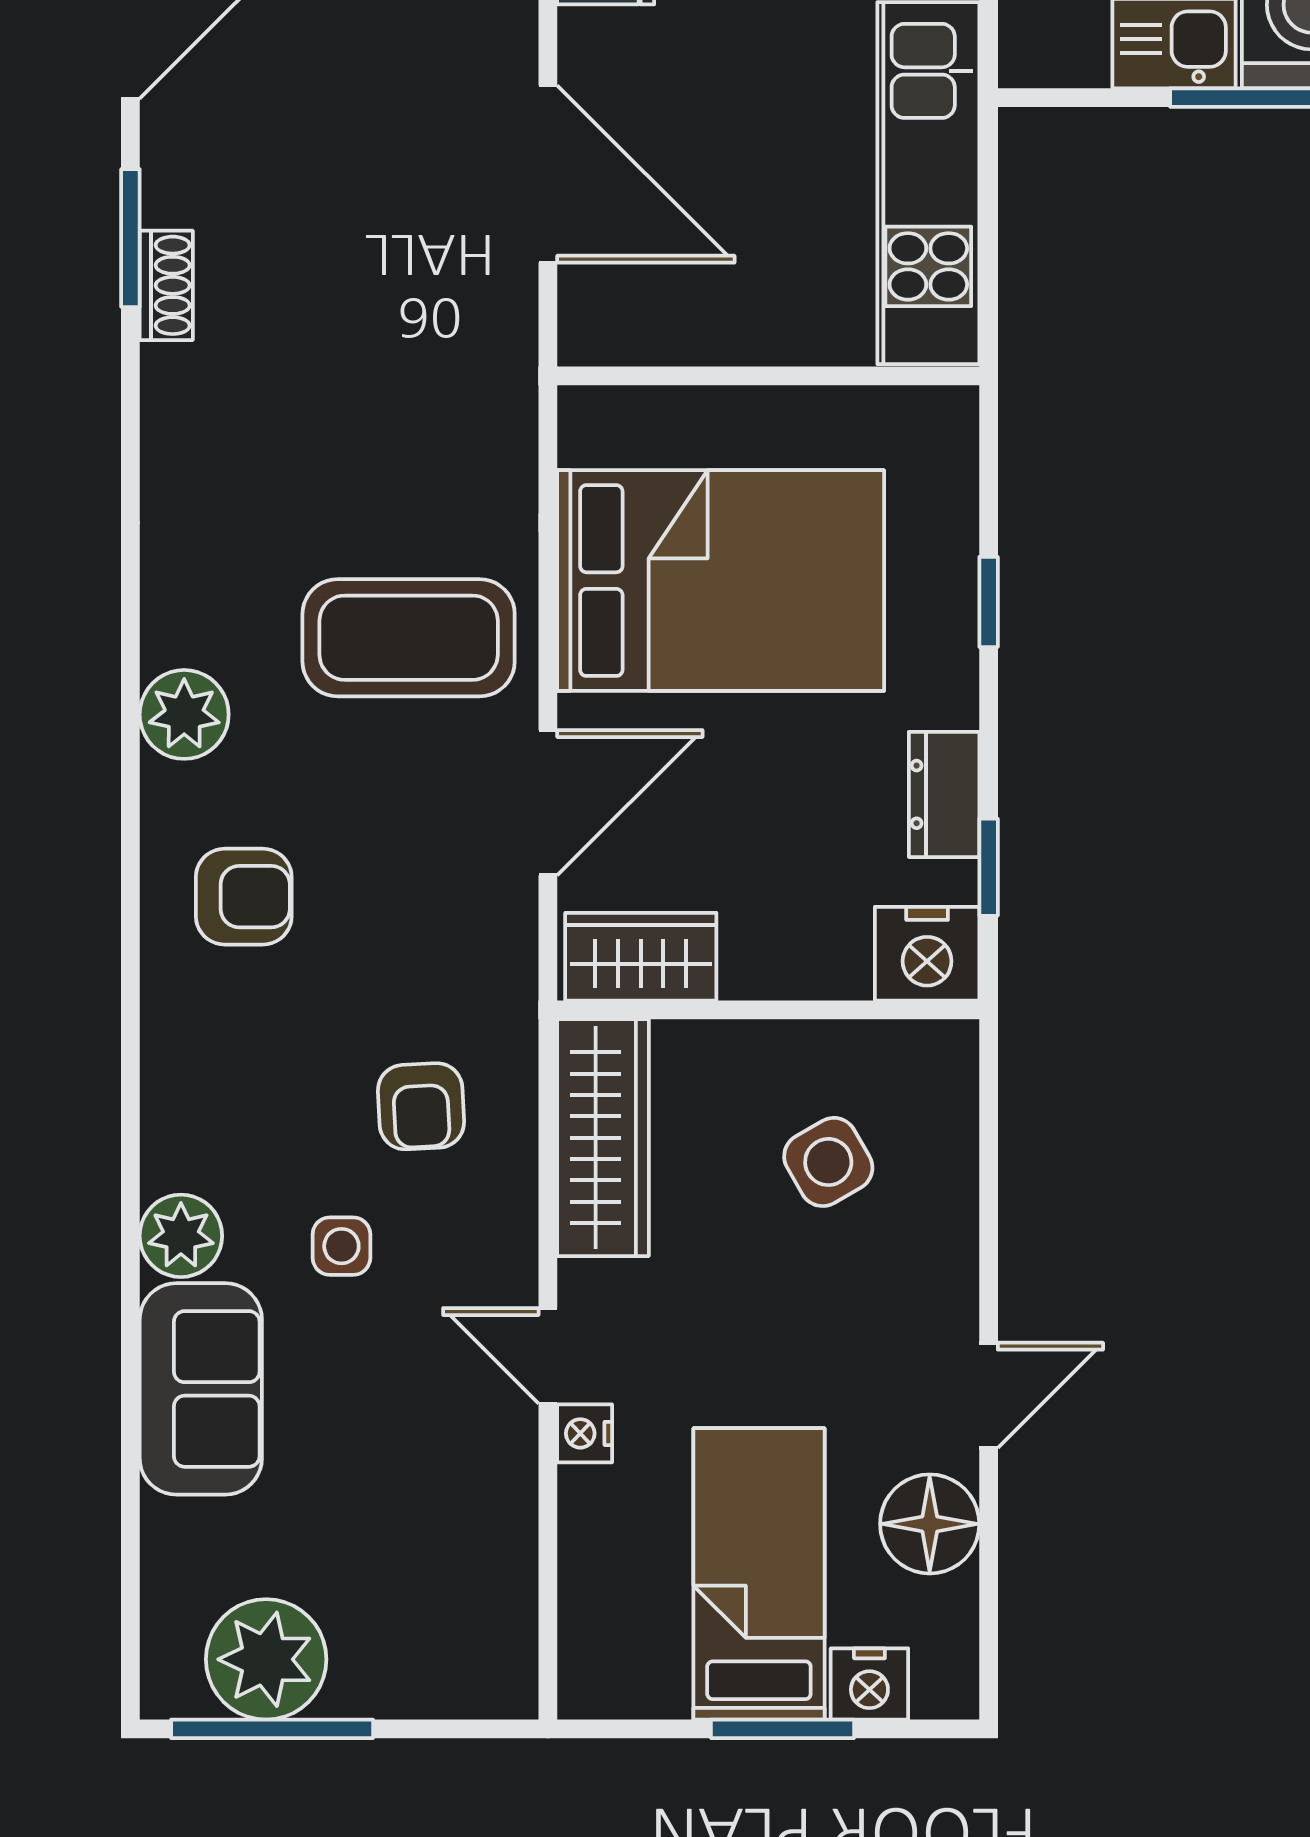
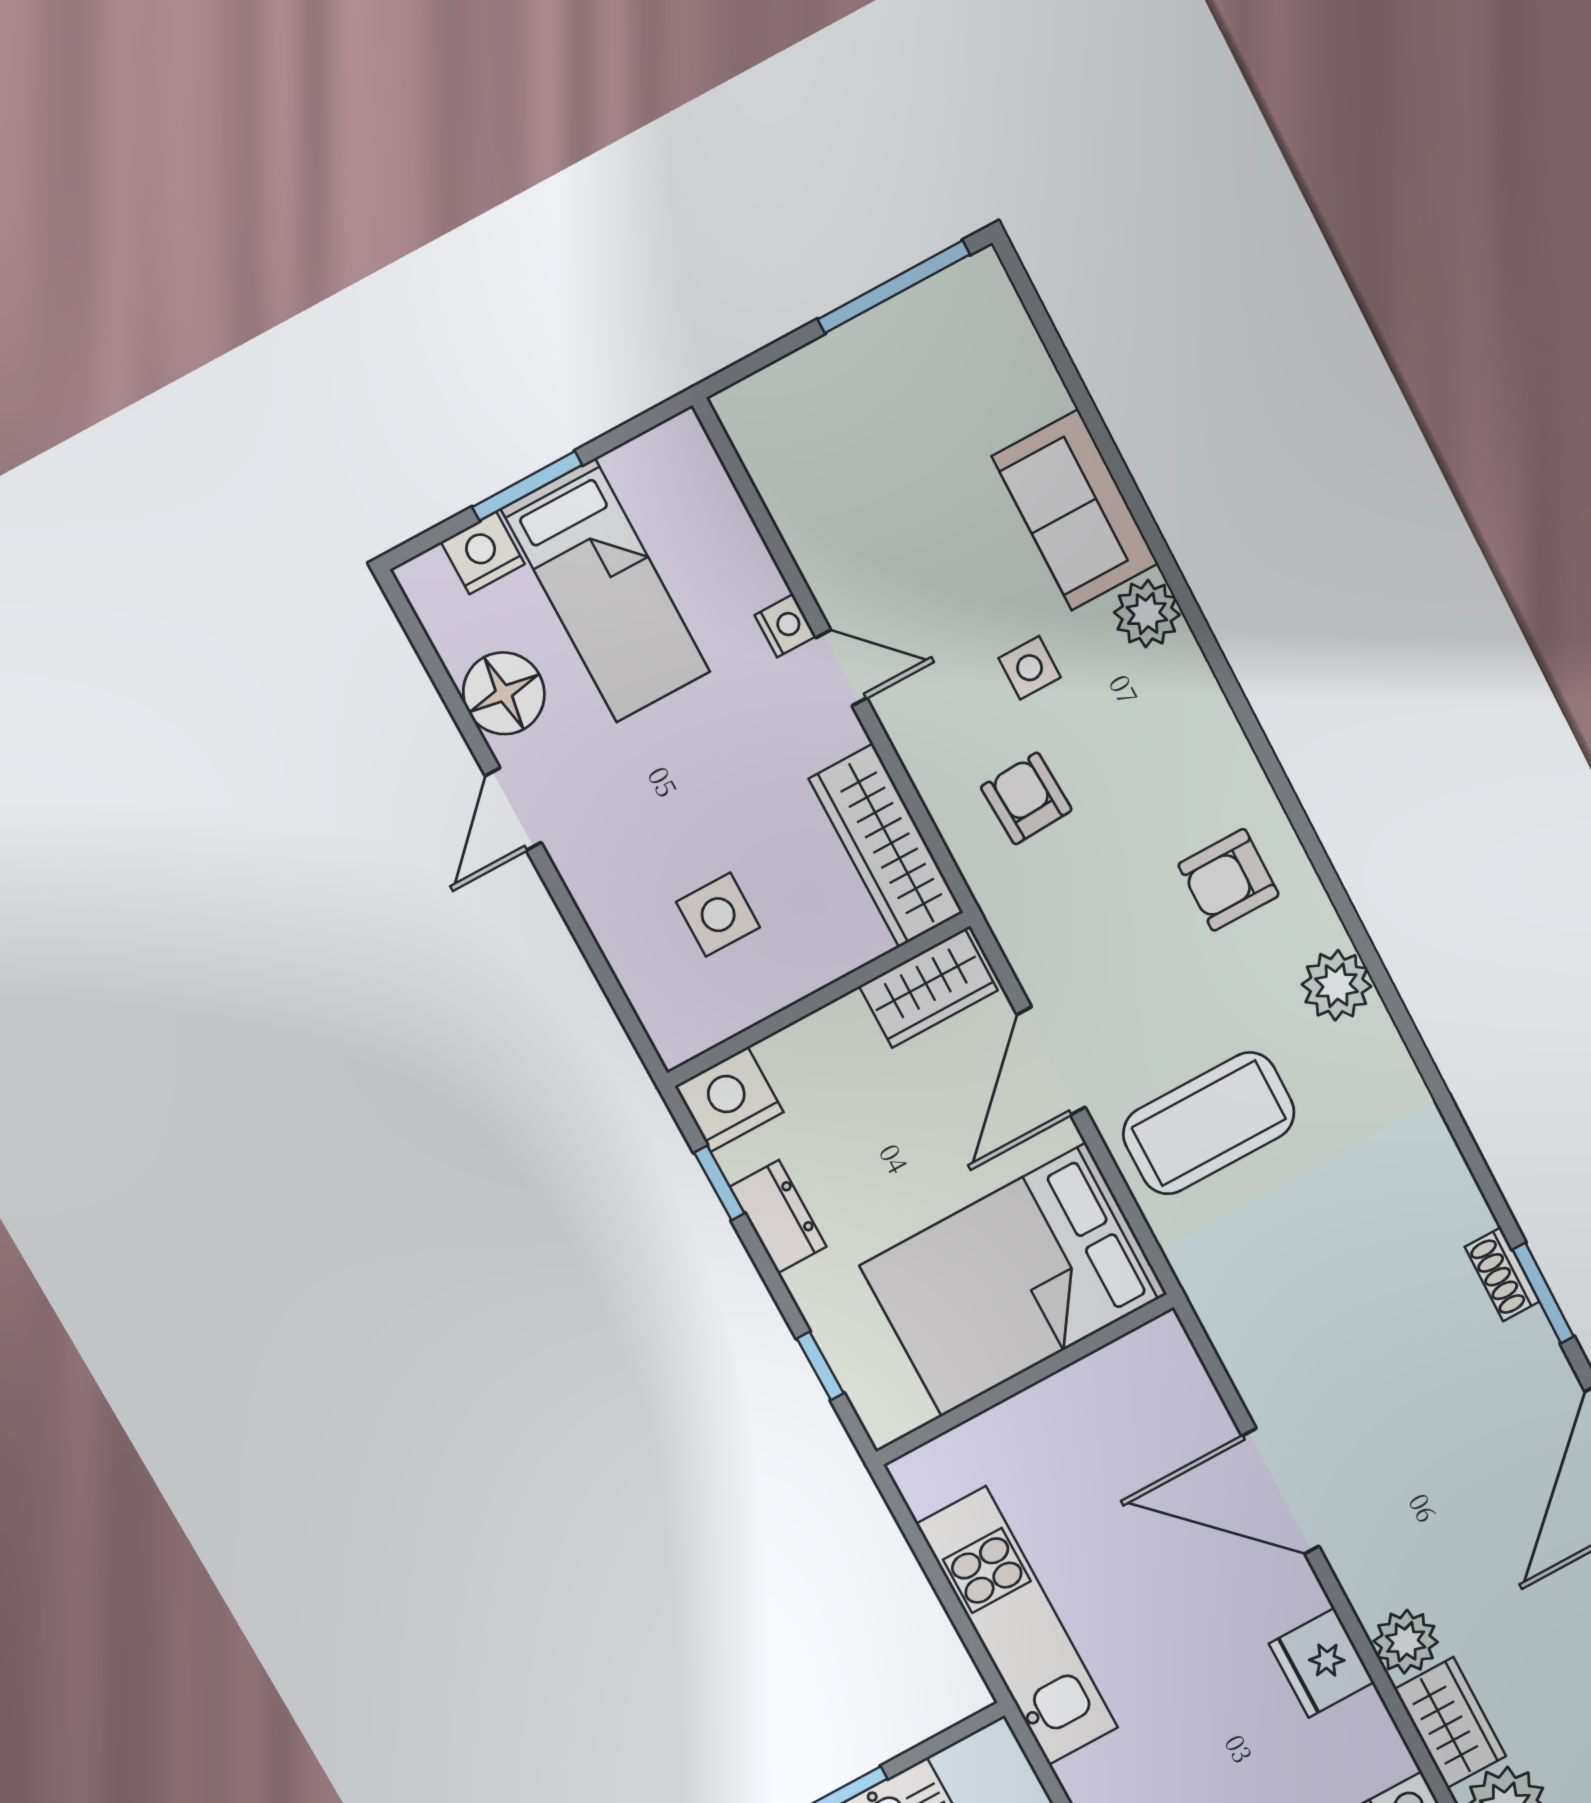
wall: (768, 376) -> (1025, 1379), moved
side table: (828, 1162) -> (718, 915), turned 30
plant: (266, 1659) -> (925, 336), removed

